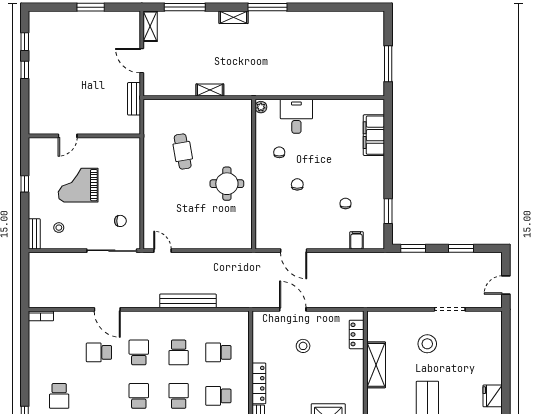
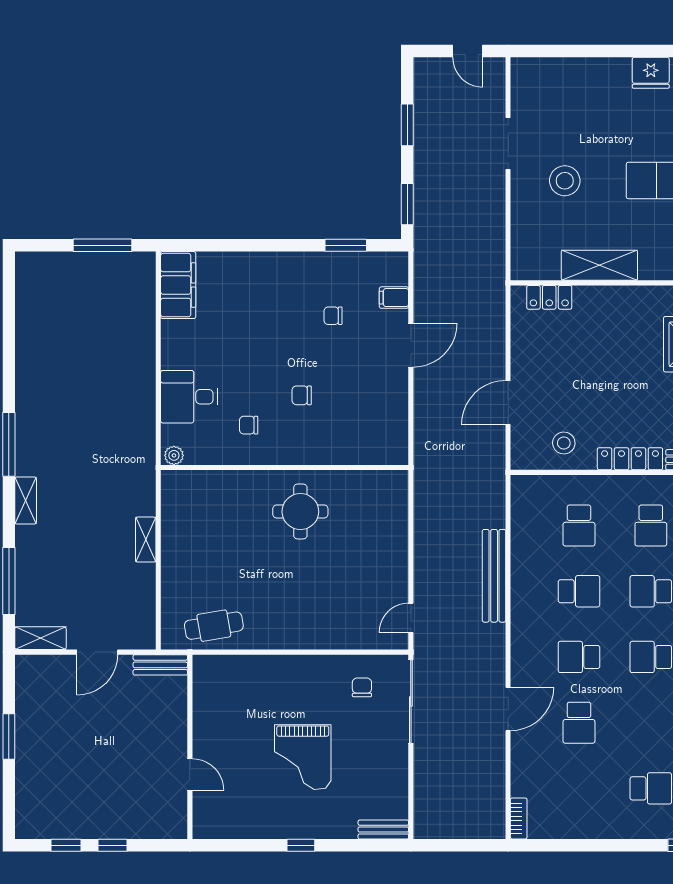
filing cabinet: (374, 135) -> (178, 285), moved, turned -90
door: (68, 136) -> (190, 774), moved
wall: (84, 136) -> (190, 747), moved
cafe table: (183, 151) -> (214, 626), moved
stool: (59, 228) -> (373, 789), removed
door: (294, 251) -> (411, 345), moved
stool: (303, 346) -> (564, 443), moved

